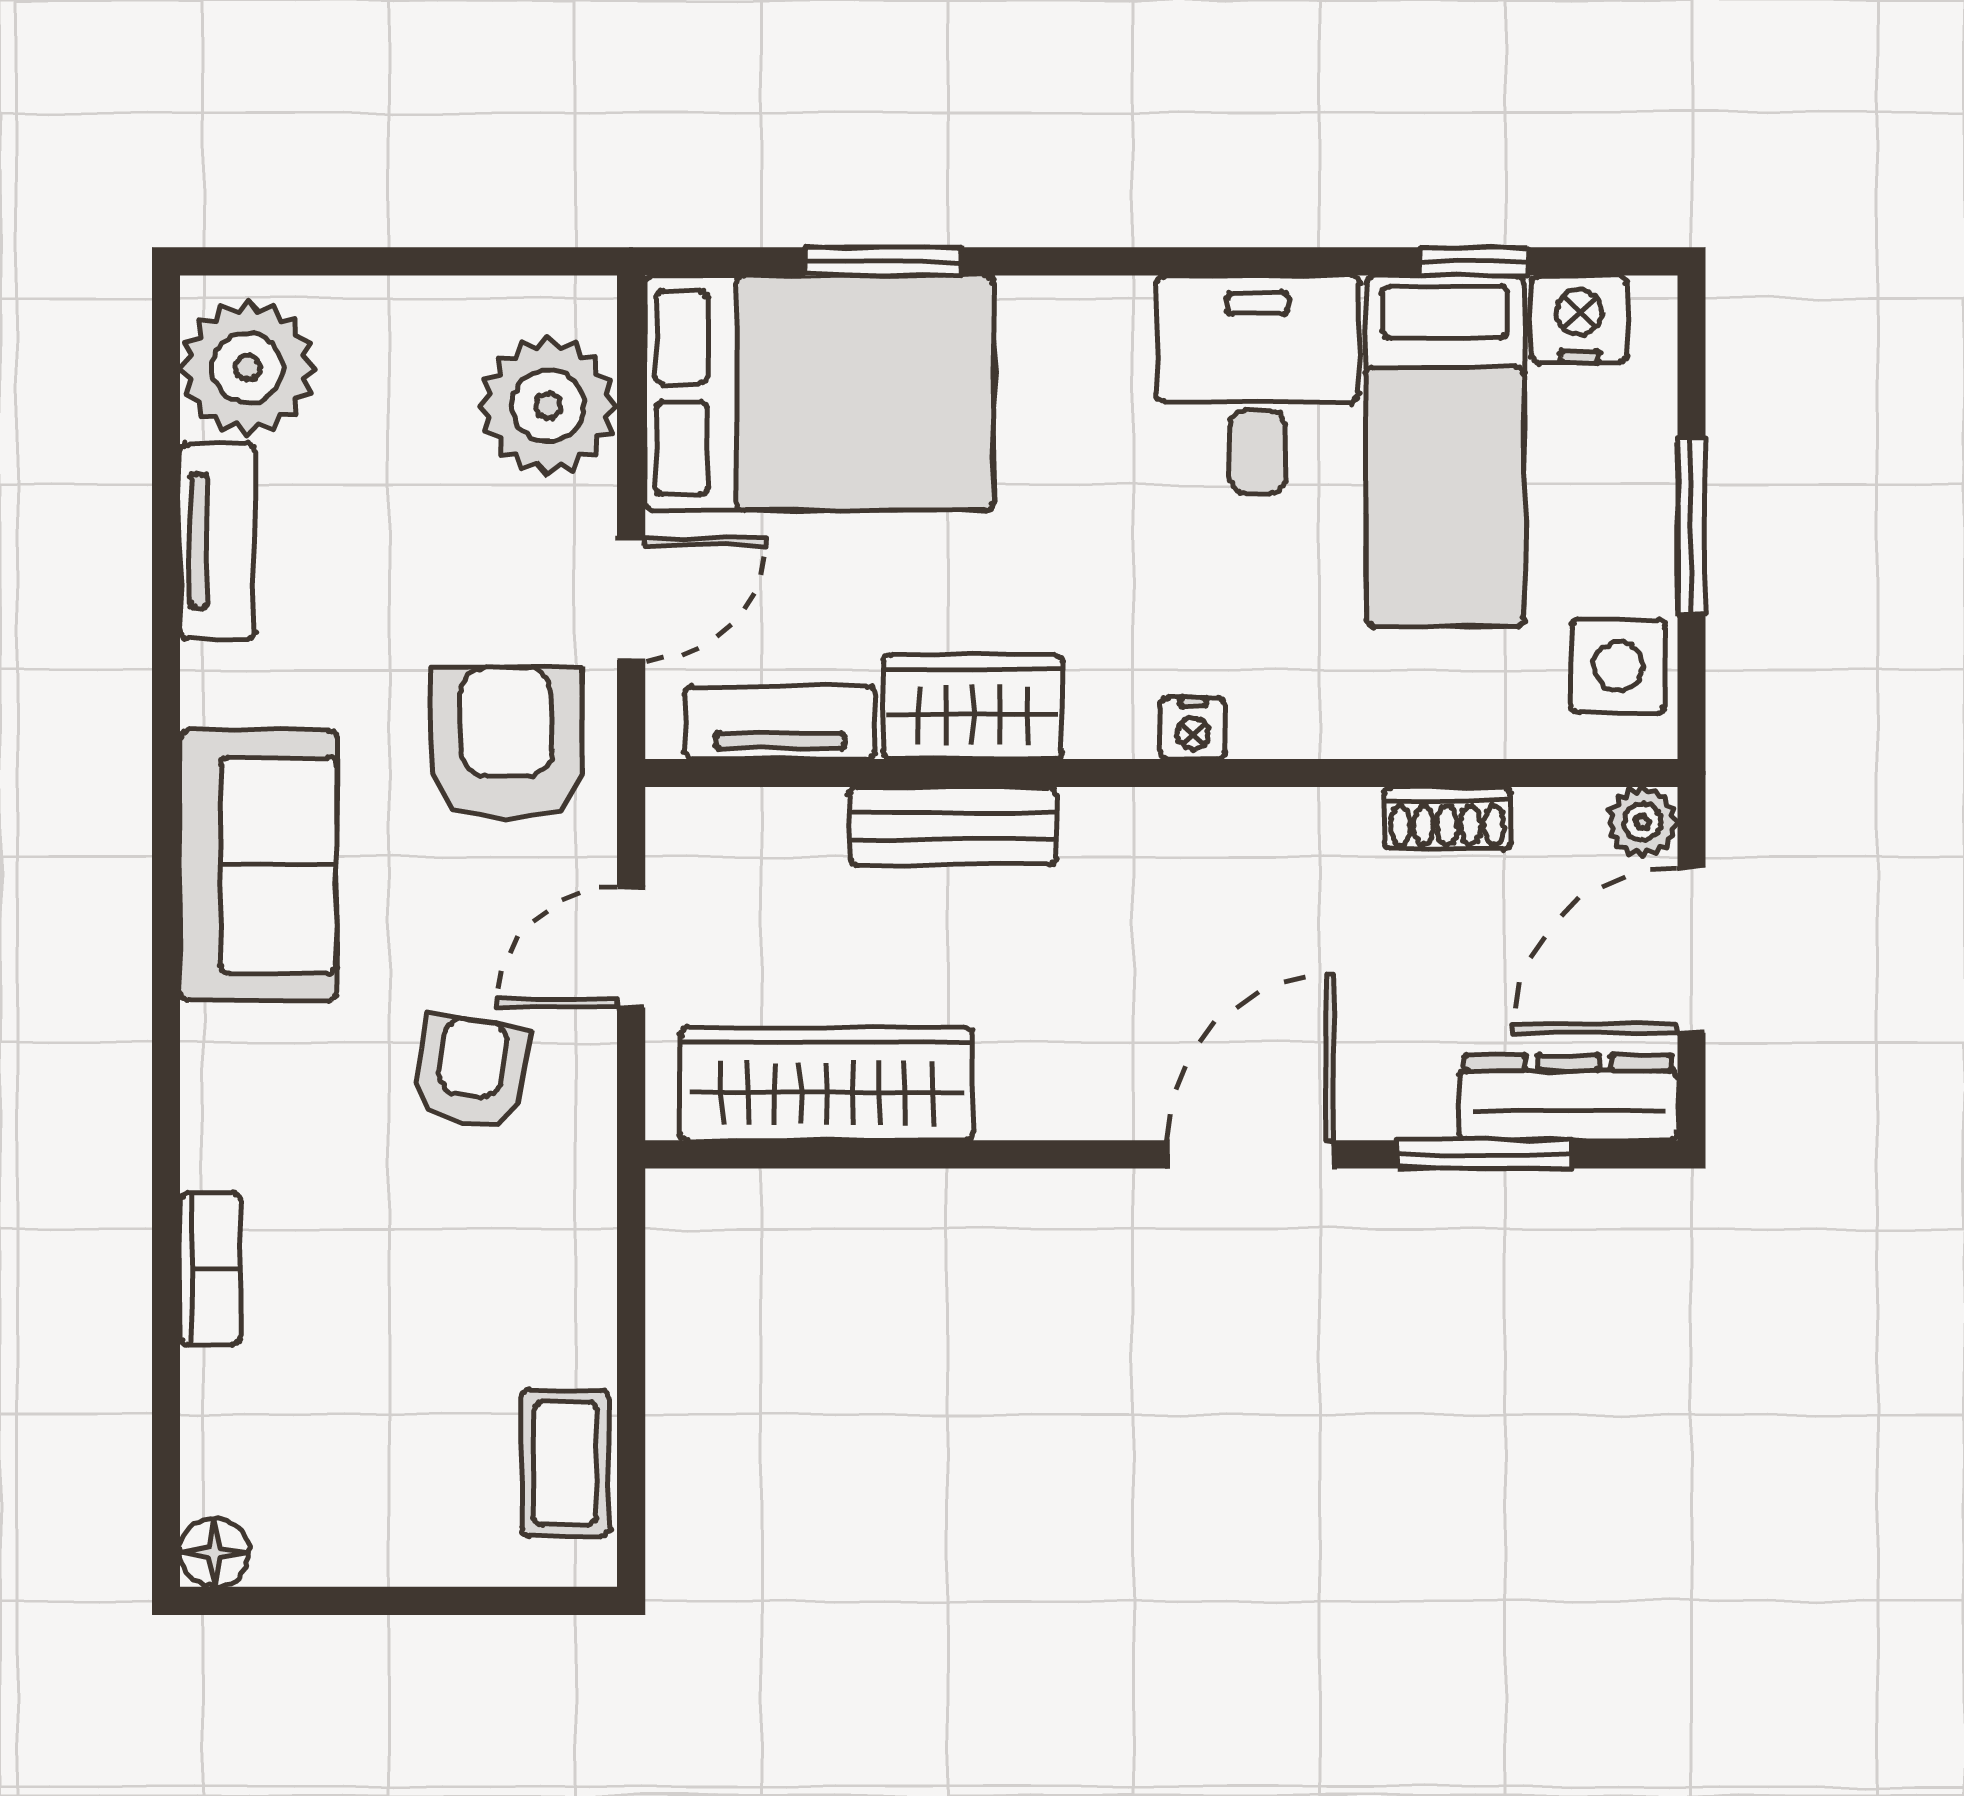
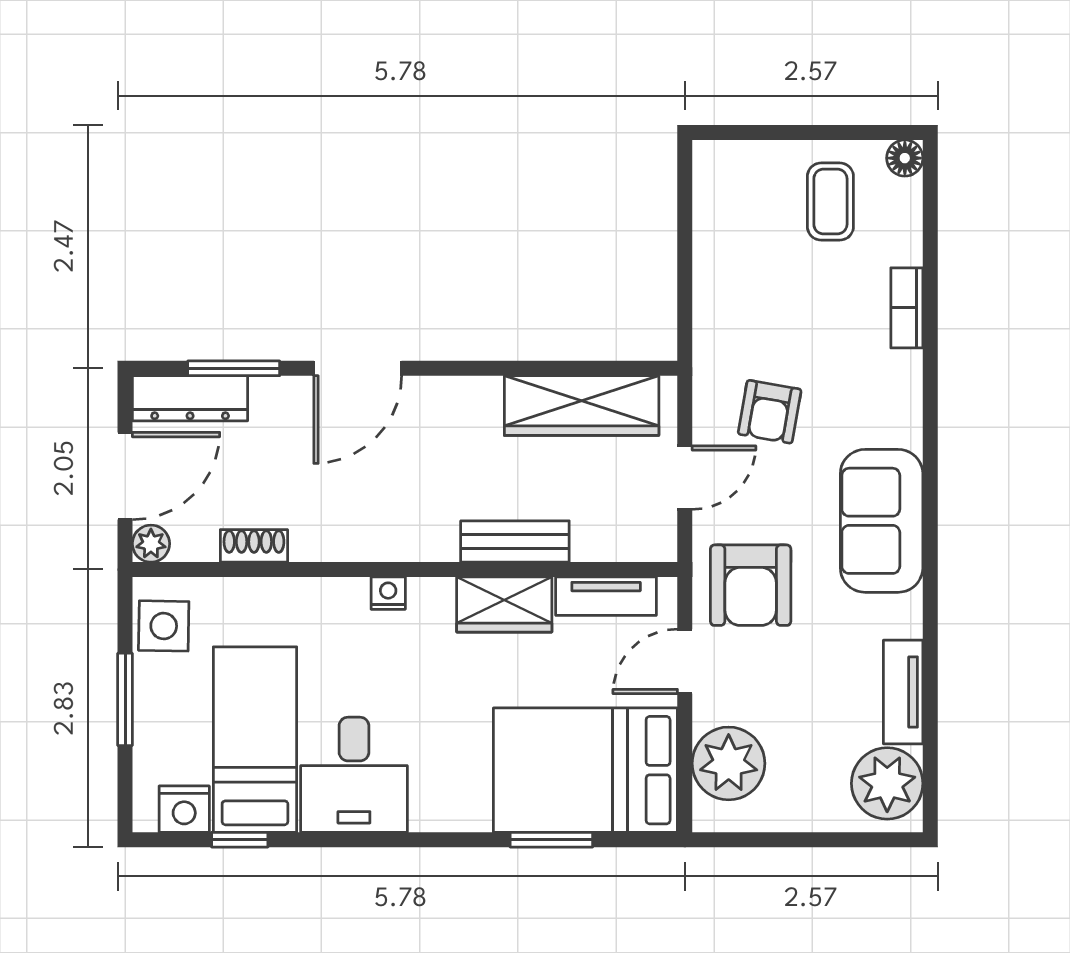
coffee table: (565, 1463) -> (830, 202), moved

